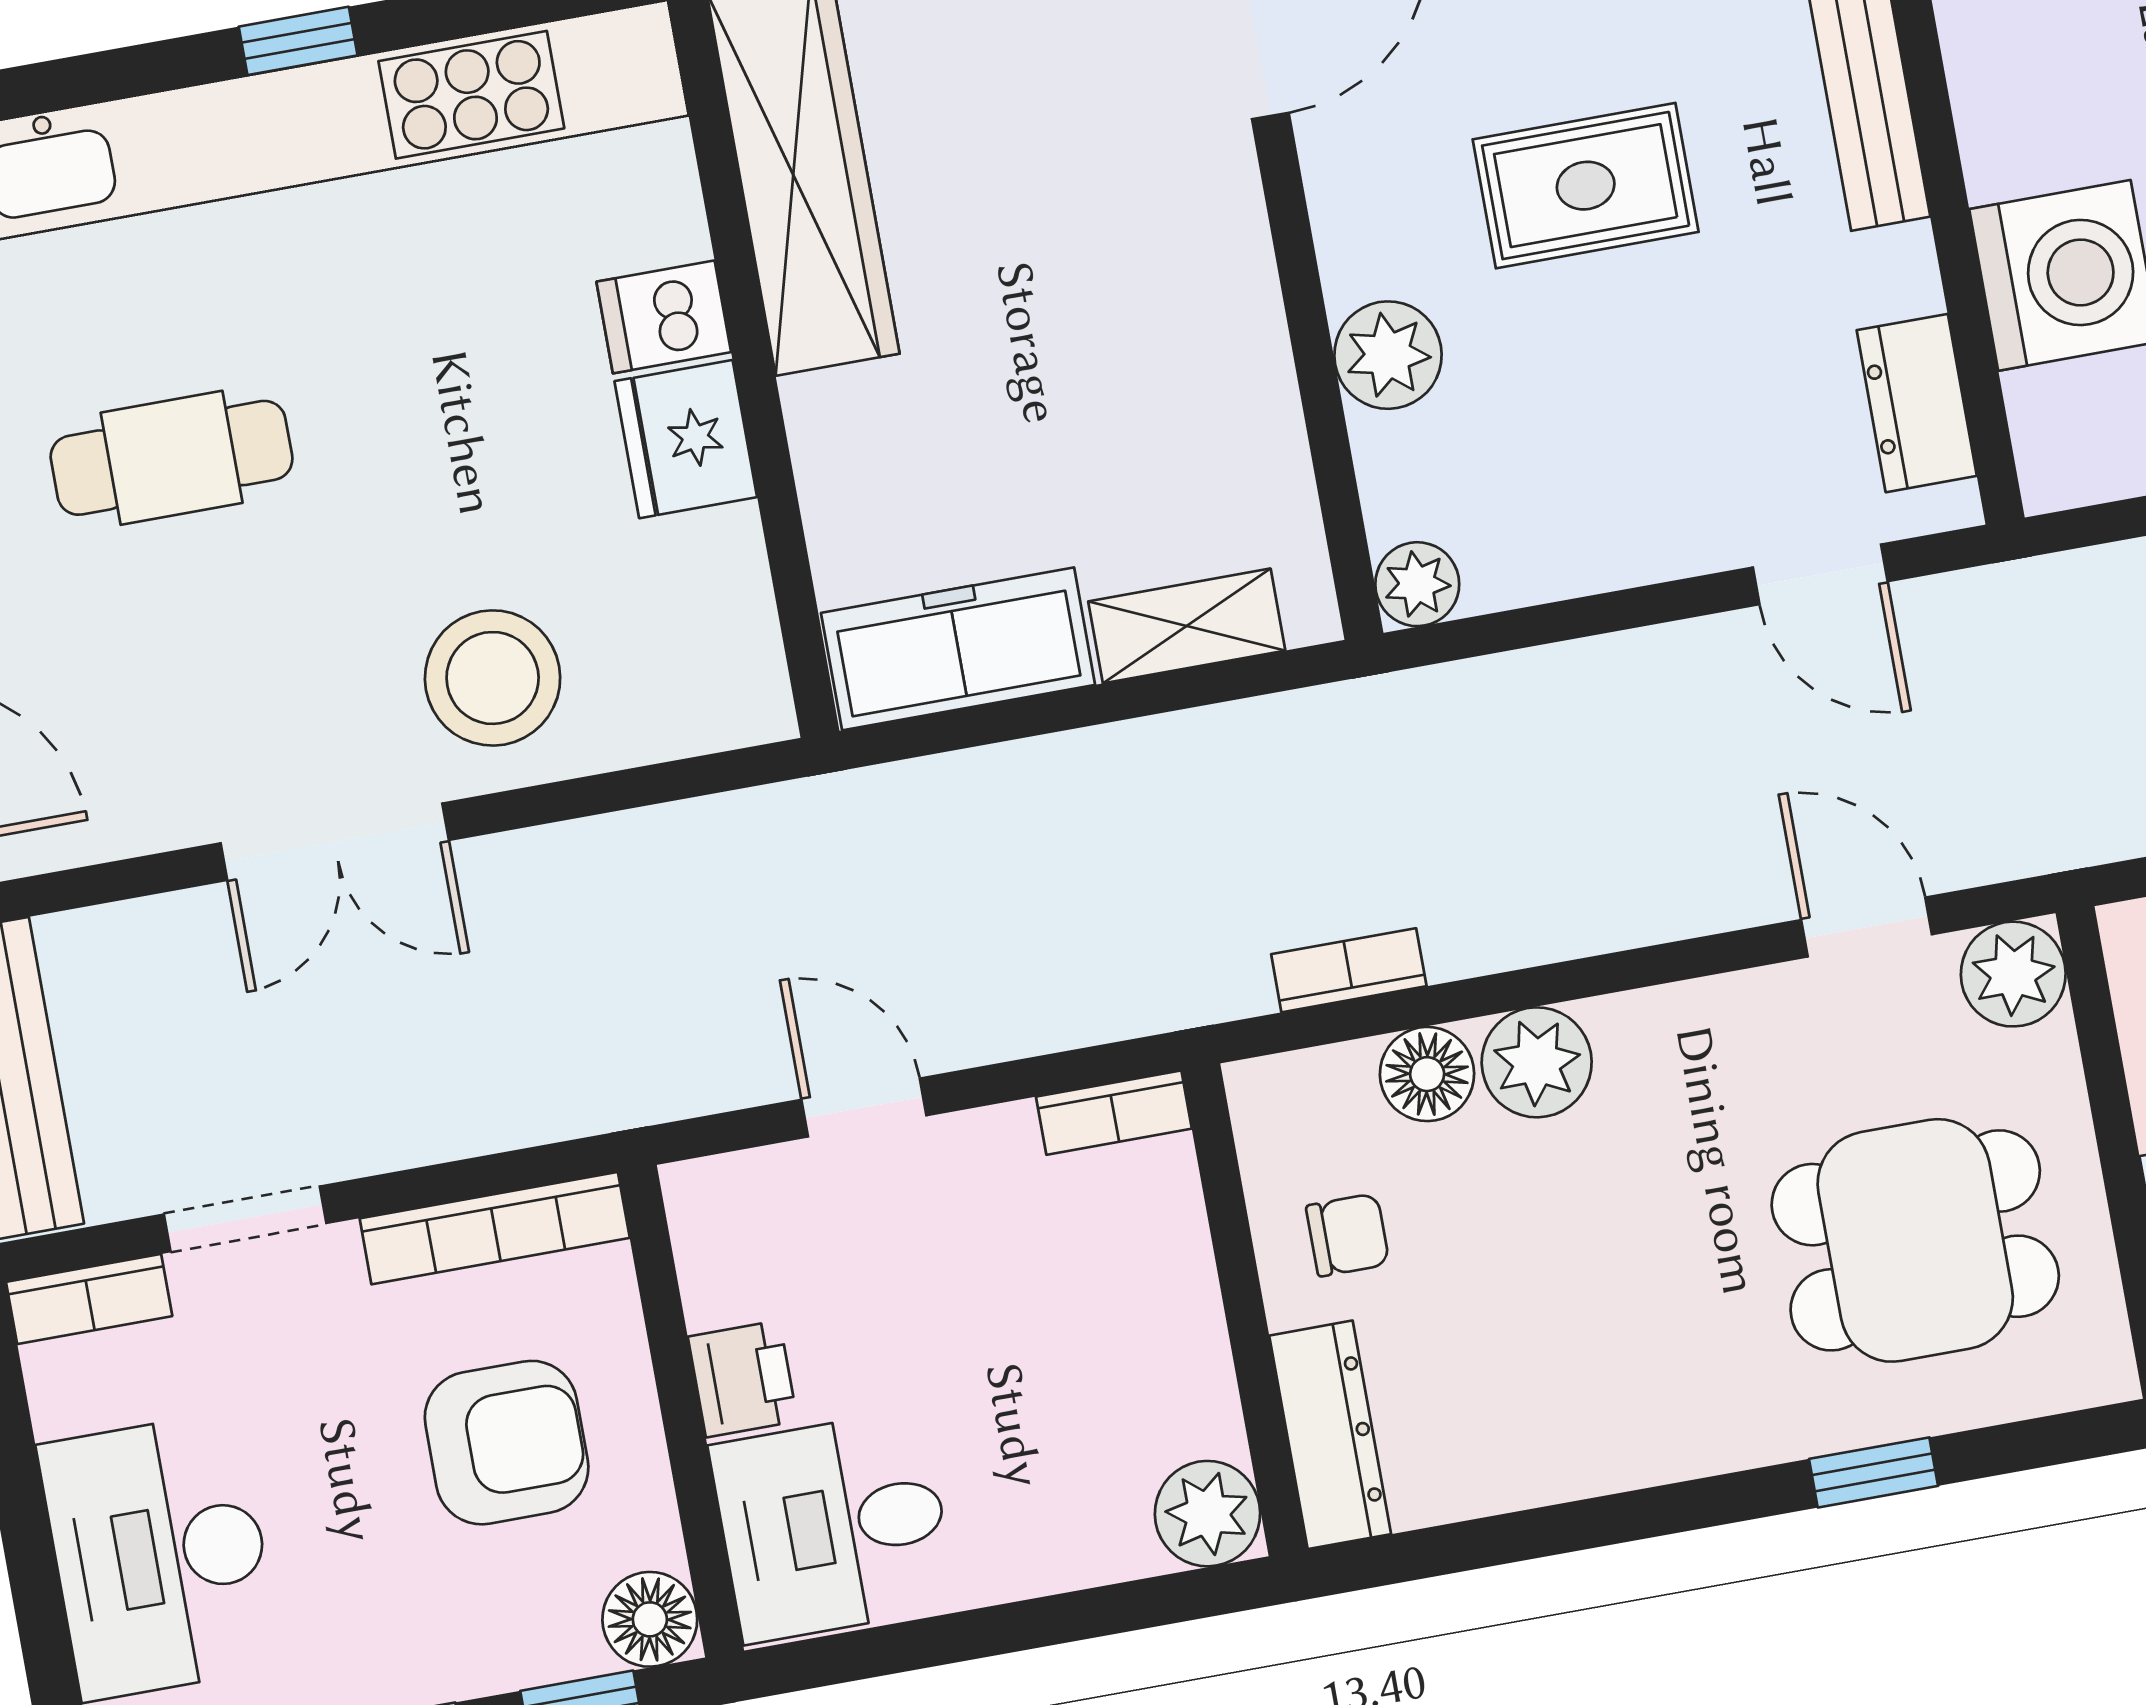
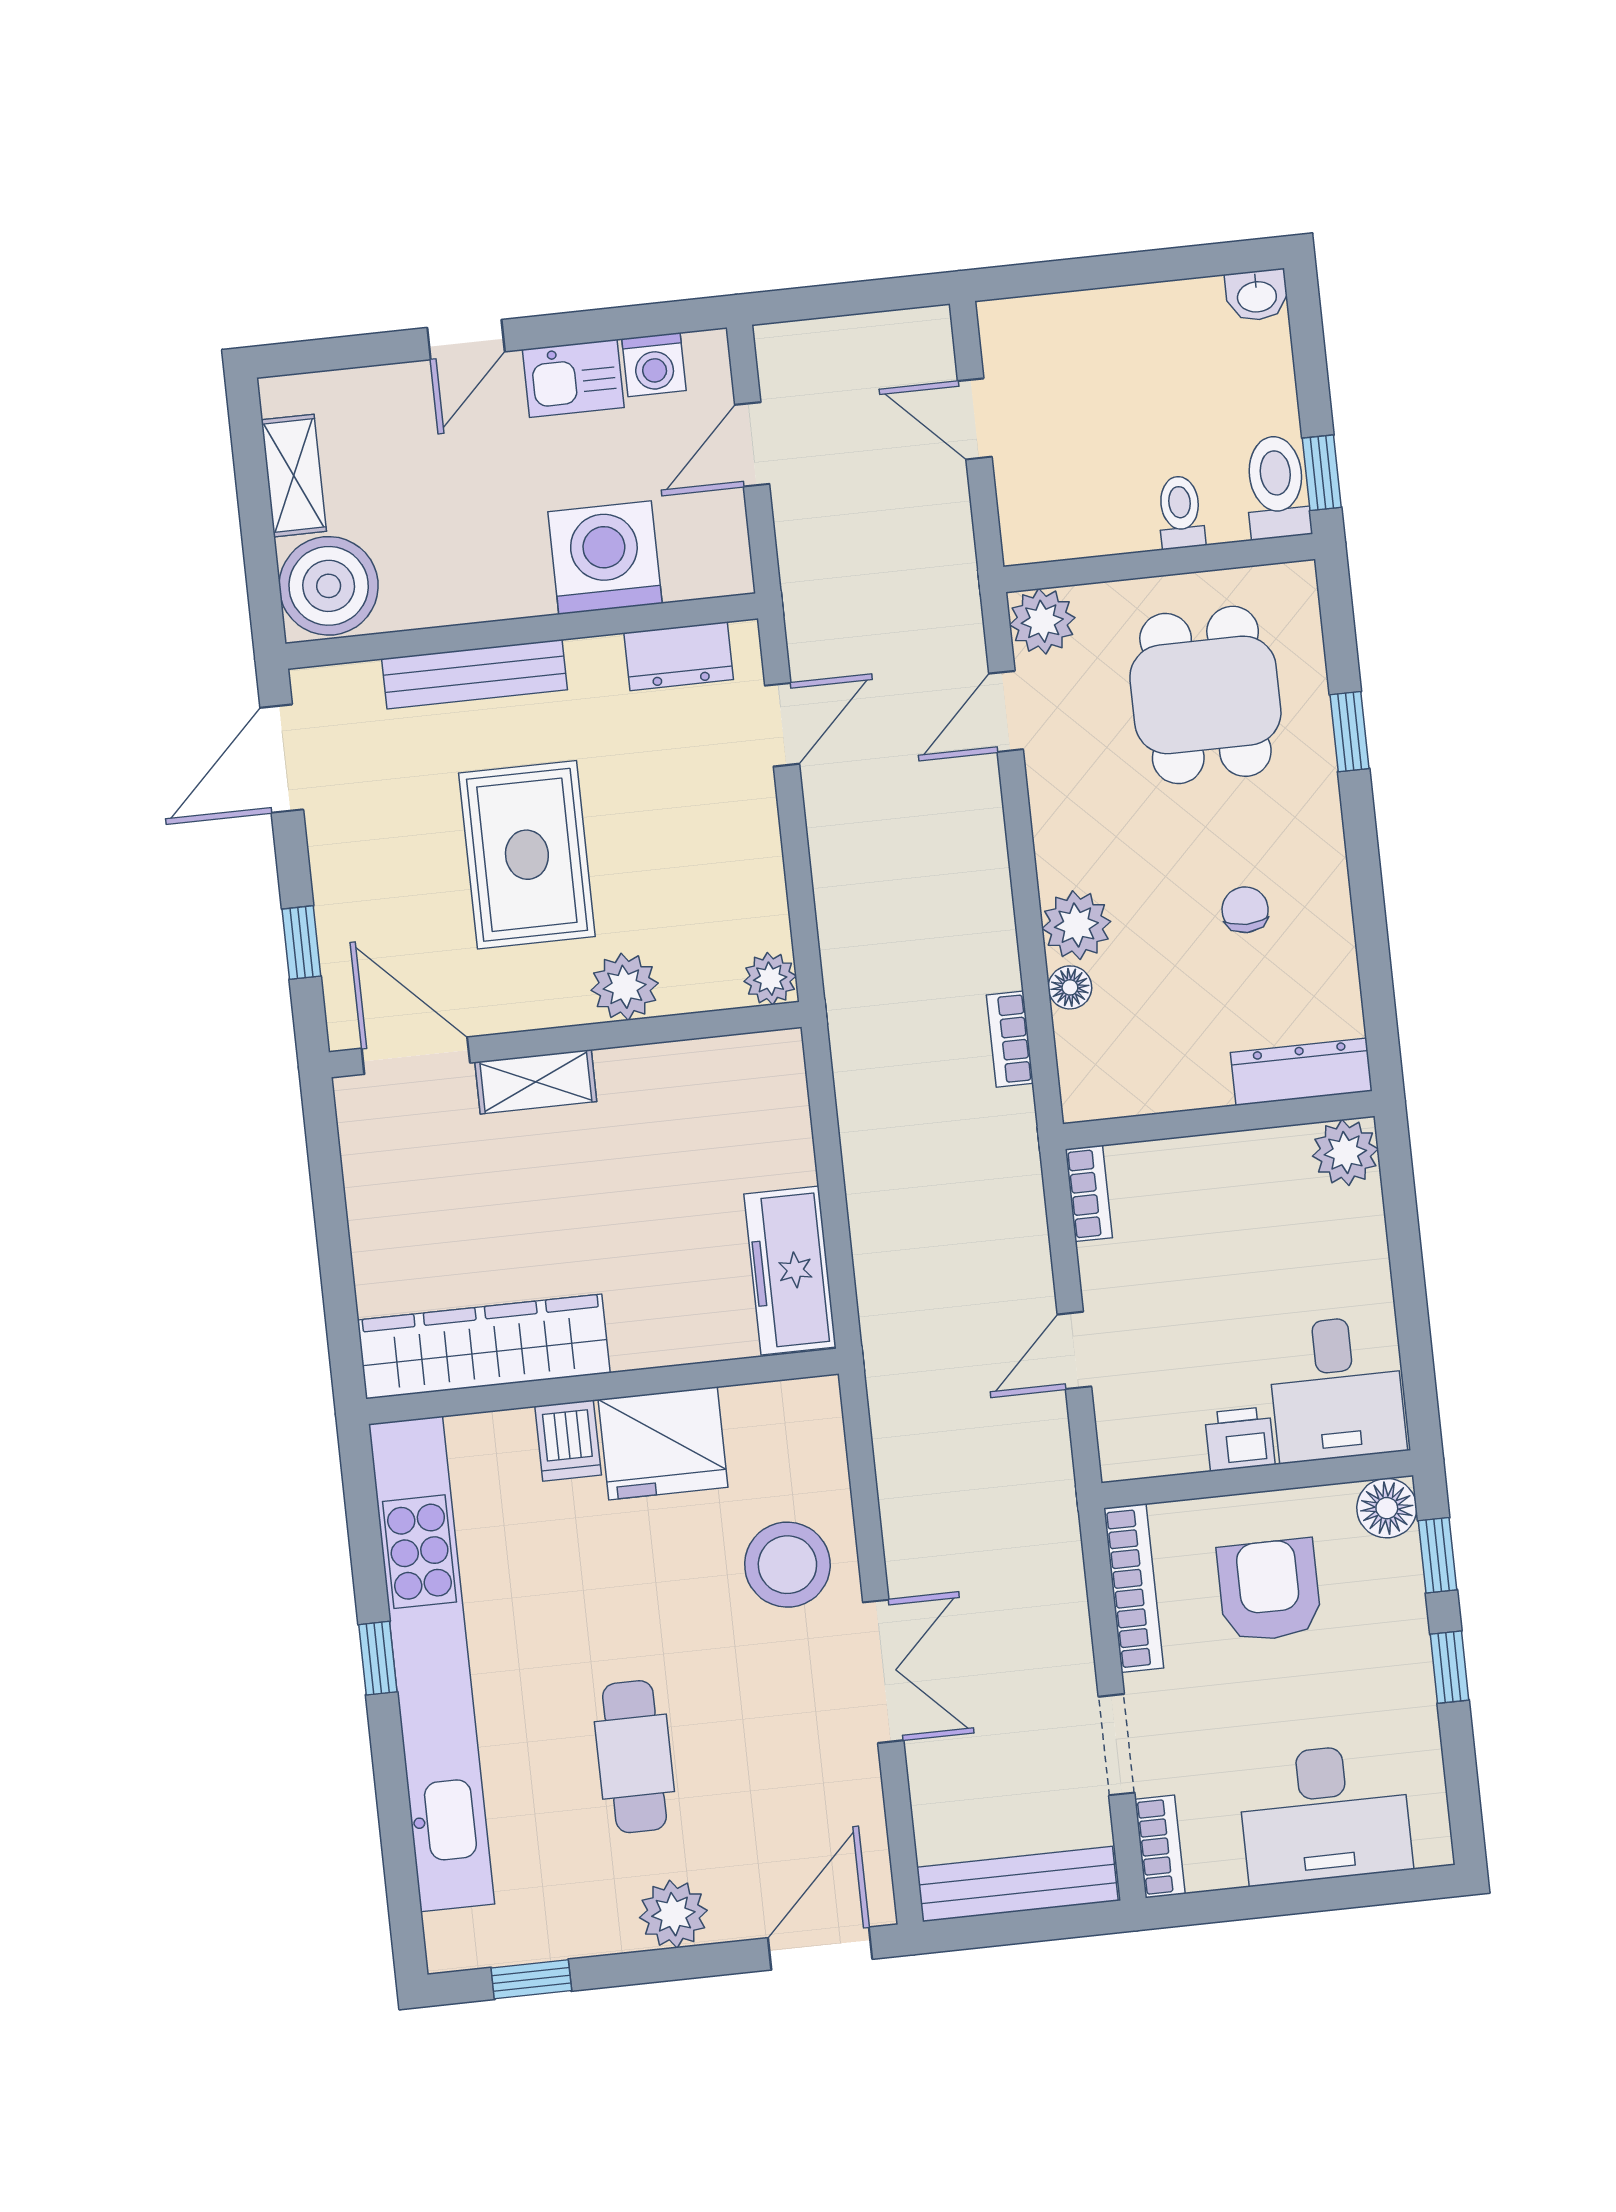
rug: (1586, 186) -> (527, 855), width x1.36, depth x1.43
fridge: (686, 439) -> (663, 1443), width x1.36, depth x1.34
shelving: (1187, 626) -> (536, 1082), moved, turned 90
floor lamp: (1427, 1074) -> (1070, 987), width x0.73, depth x0.73
chair: (1348, 1235) -> (1245, 910), moved

